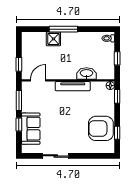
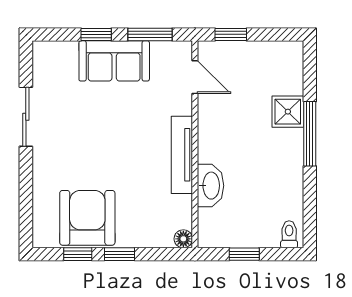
window: (117, 96) -> (119, 254), moved
sofa: (31, 129) -> (114, 61), moved

